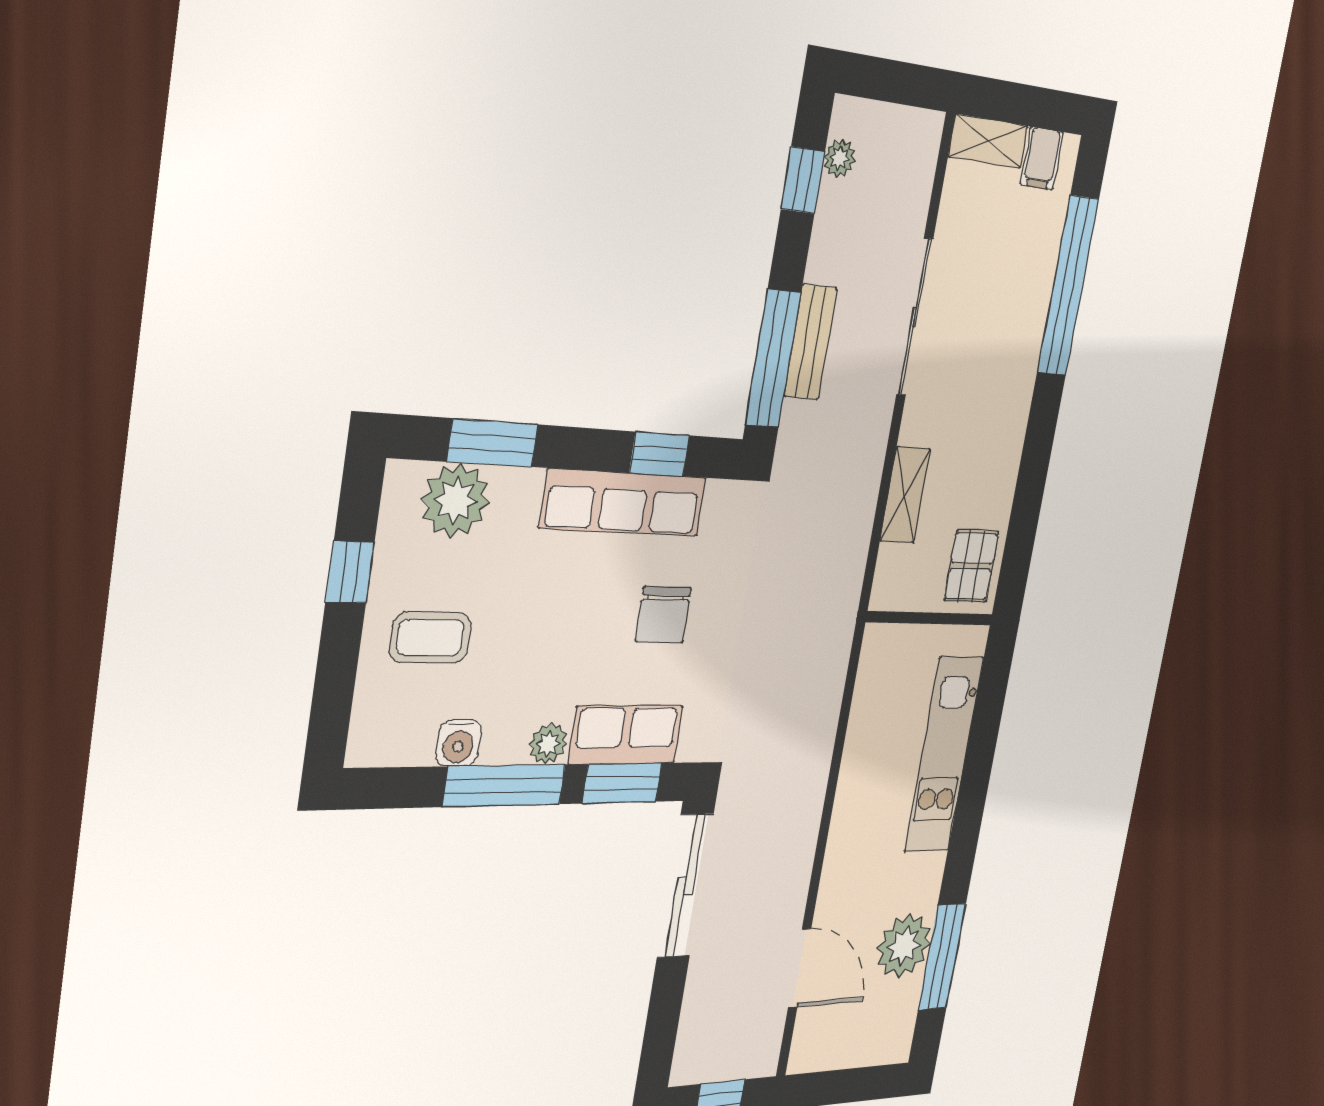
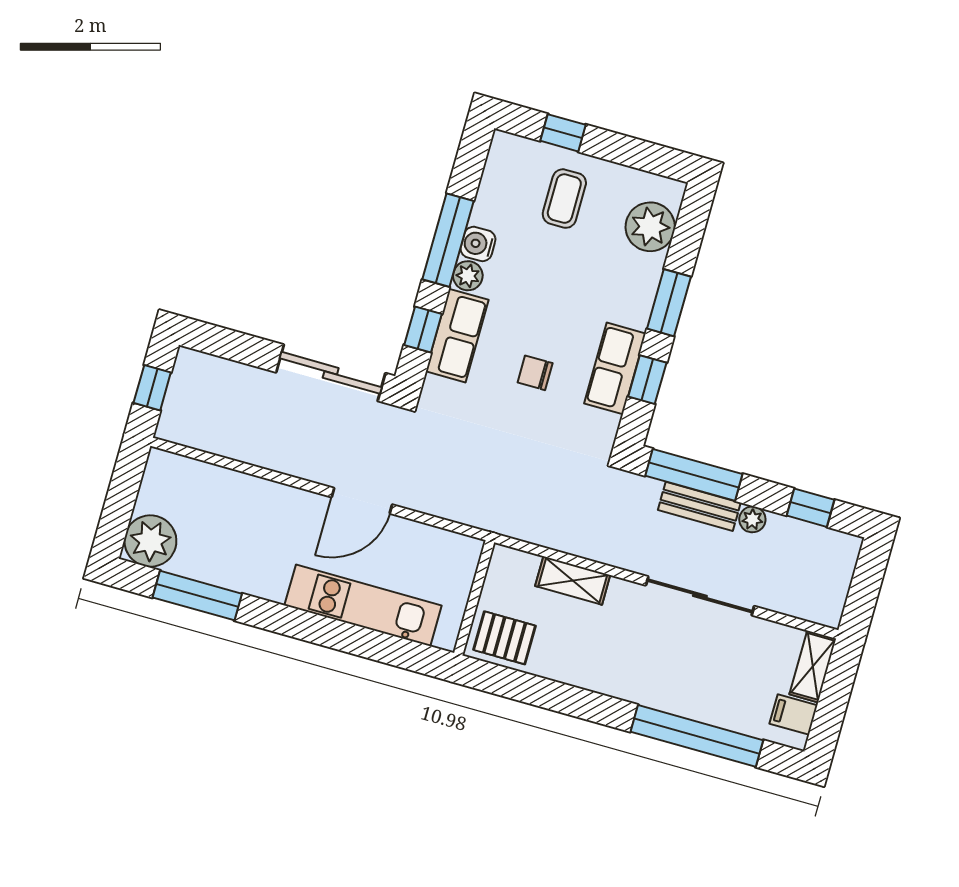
plant: (840, 158) -> (752, 519), moved
window: (493, 443) -> (669, 303), moved
row of seats: (623, 503) -> (615, 368), width x0.68
window: (350, 572) -> (563, 133), moved
chair: (663, 615) -> (535, 373), width x0.73, depth x0.73
water cooler: (459, 743) -> (478, 244), moved
window: (622, 783) -> (423, 330), width x0.67
plant: (904, 946) -> (150, 541), moved
door: (800, 968) -> (362, 501), moved

